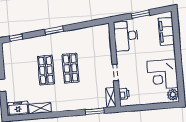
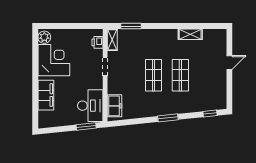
window: (141, 14) -> (86, 126), moved
filing cabinet: (166, 31) -> (46, 95), moved
freezer: (18, 108) -> (115, 106), moved, turned -90

